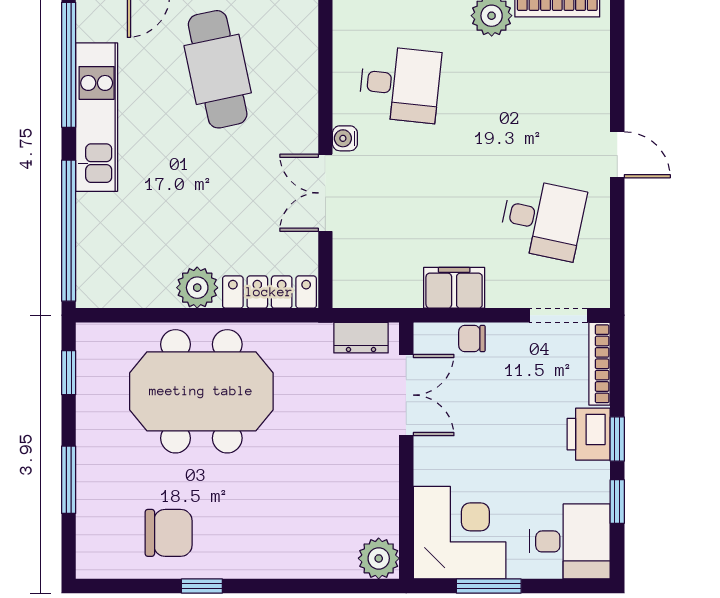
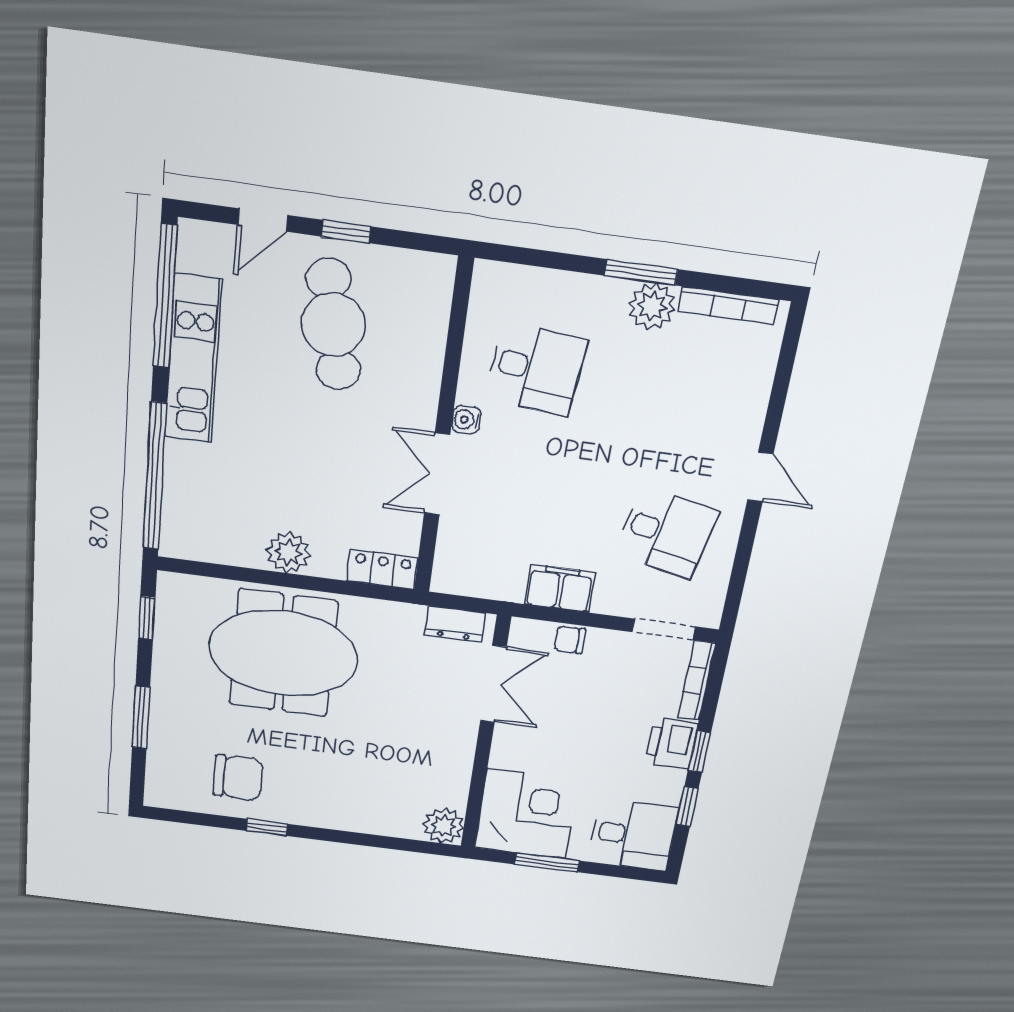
locker: (269, 292) -> (382, 569), width x0.66

